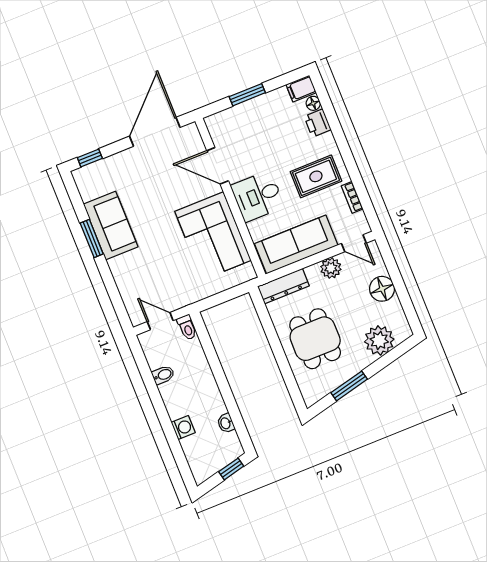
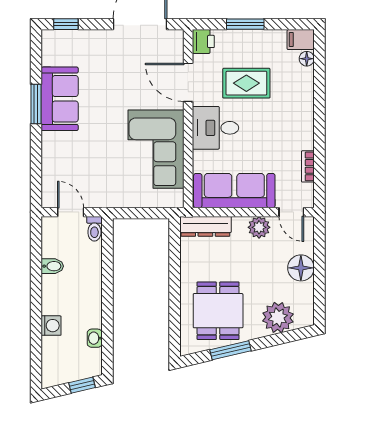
printer: (318, 123) -> (203, 41), moved, turned 180
rug: (316, 176) -> (246, 83), moved
dining table: (315, 339) -> (218, 311), moved

